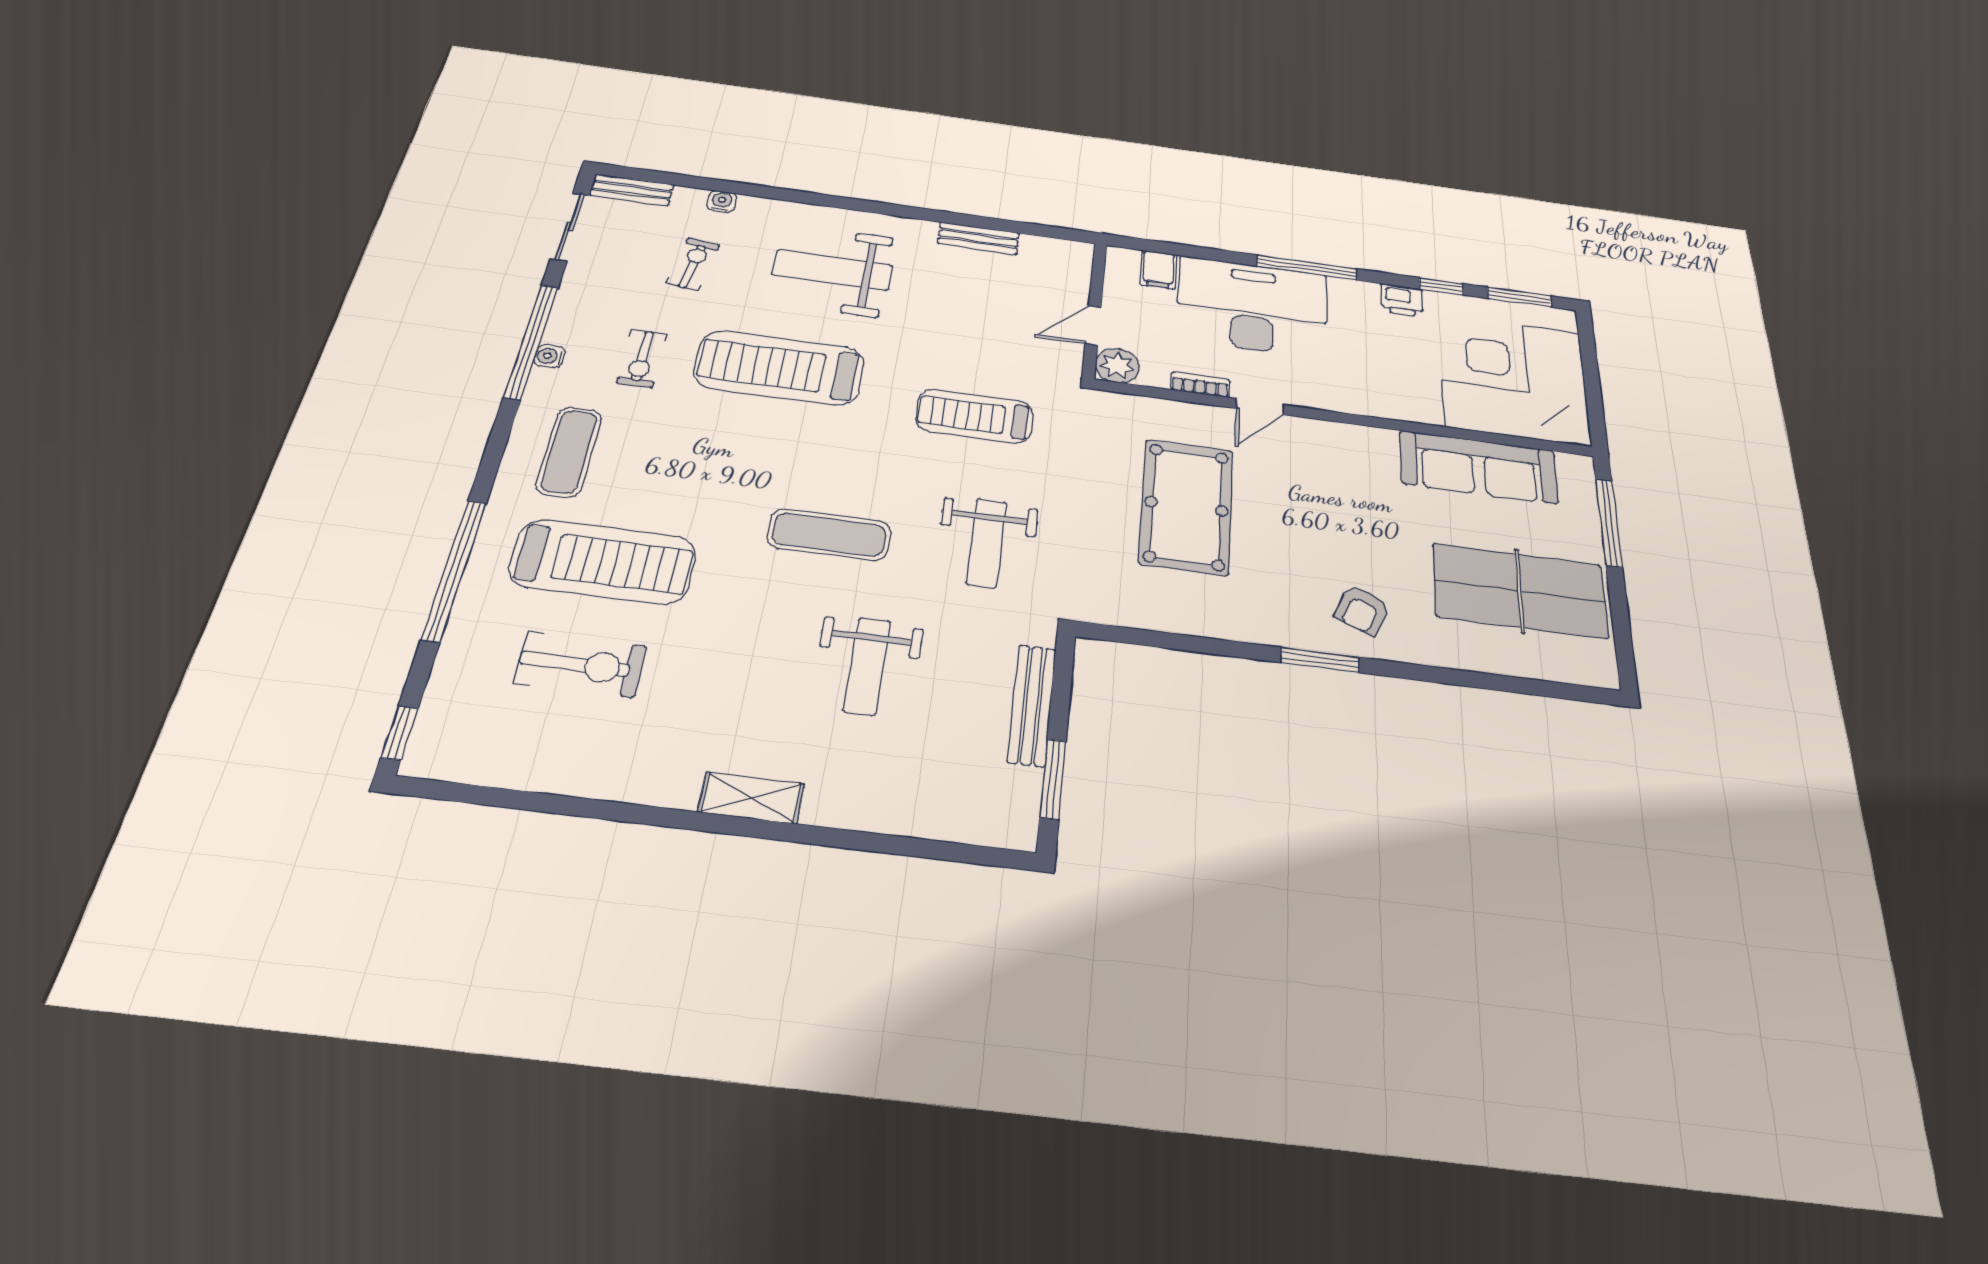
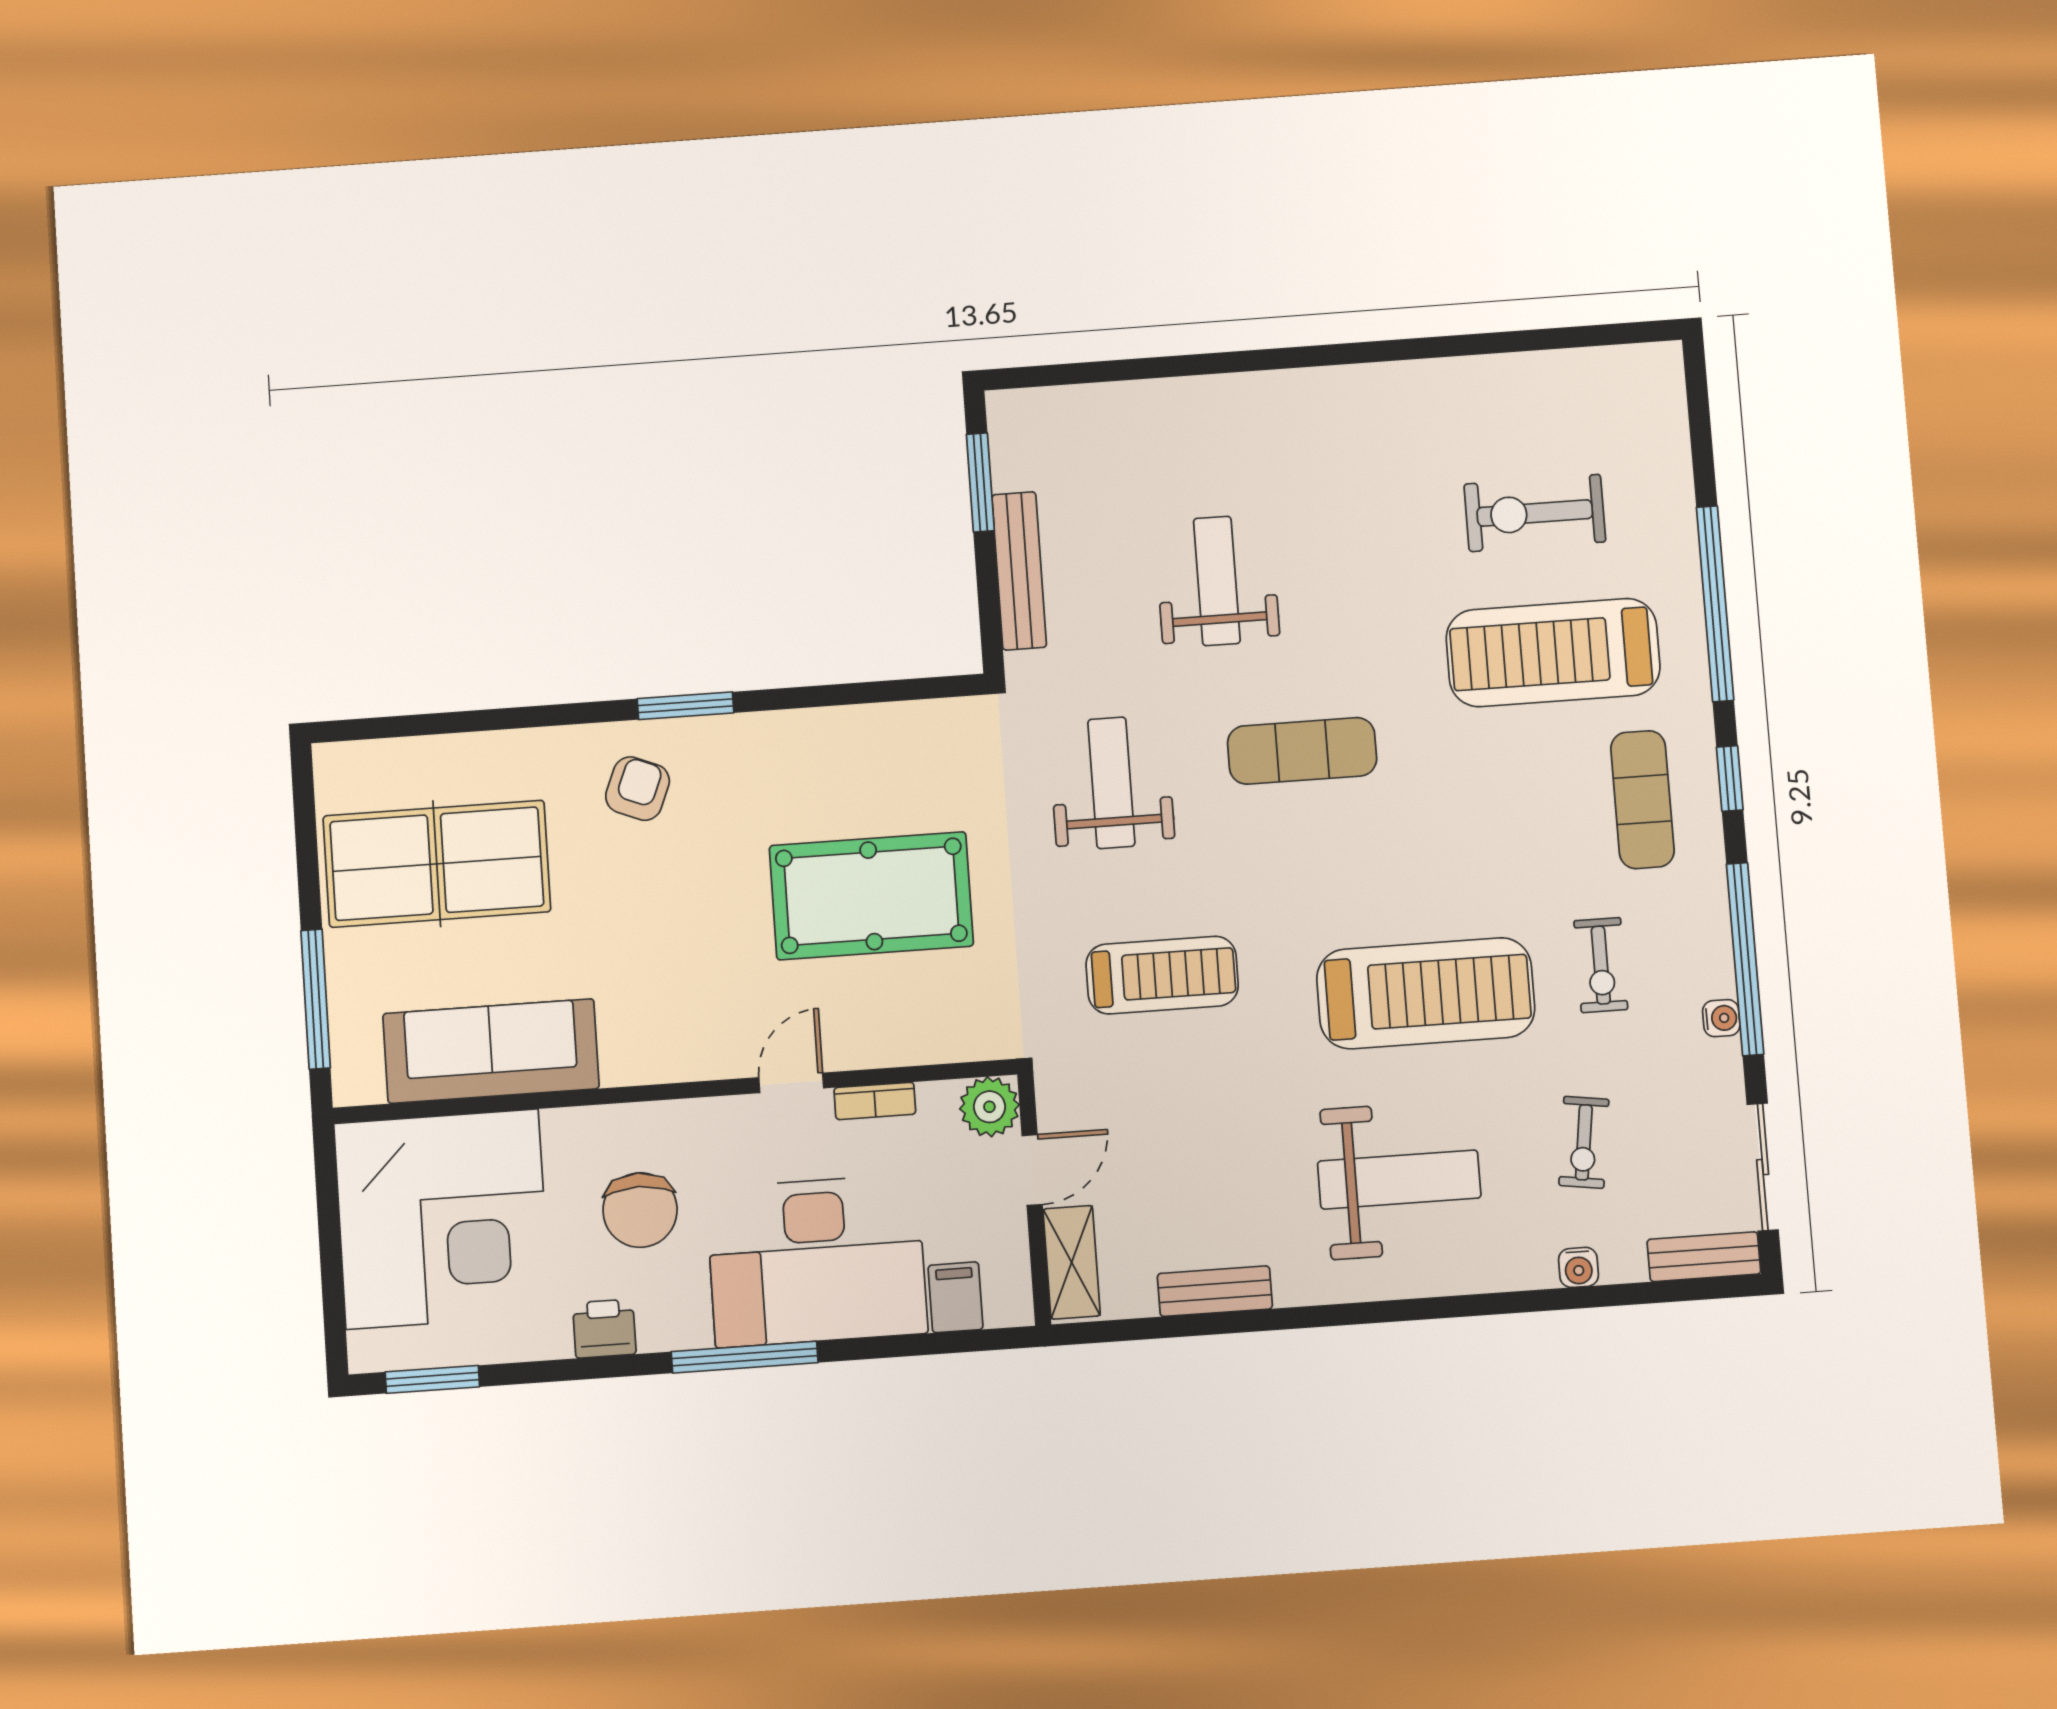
window: (1441, 286) -> (548, 1371), removed
water cooler: (550, 356) -> (1721, 1018), moved
chair: (1374, 357) -> (640, 1210), added
exercise bike: (642, 359) -> (1601, 965), turned 180
pool table: (1186, 506) -> (871, 896), turned 90
window: (399, 733) -> (1730, 778), moved
shelving: (751, 798) -> (1072, 1262), moved, turned 90

